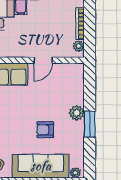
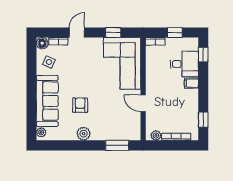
plant: (77, 113) -> (84, 134), moved
window: (90, 124) -> (117, 145), moved

